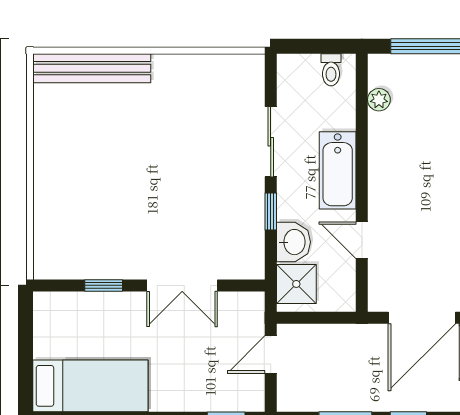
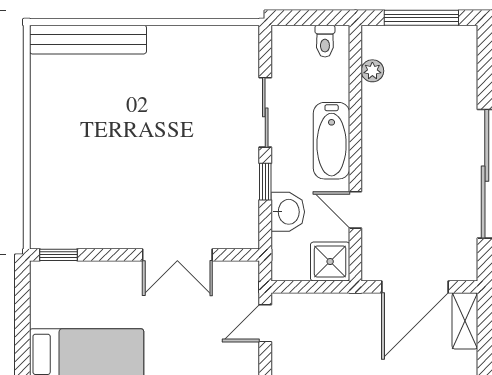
shower: (296, 284) -> (330, 262), moved
window: (104, 285) -> (59, 255), moved

